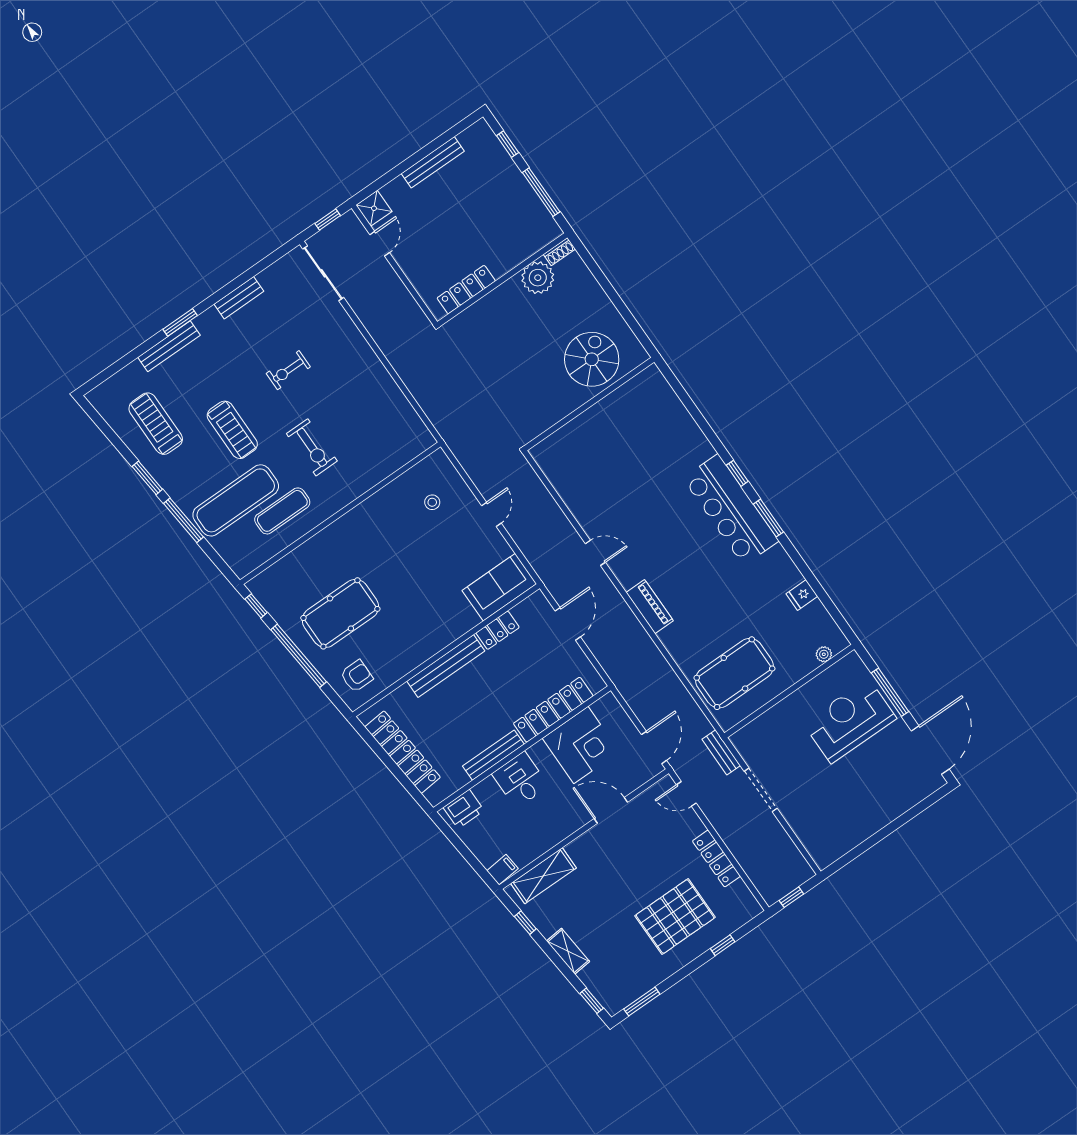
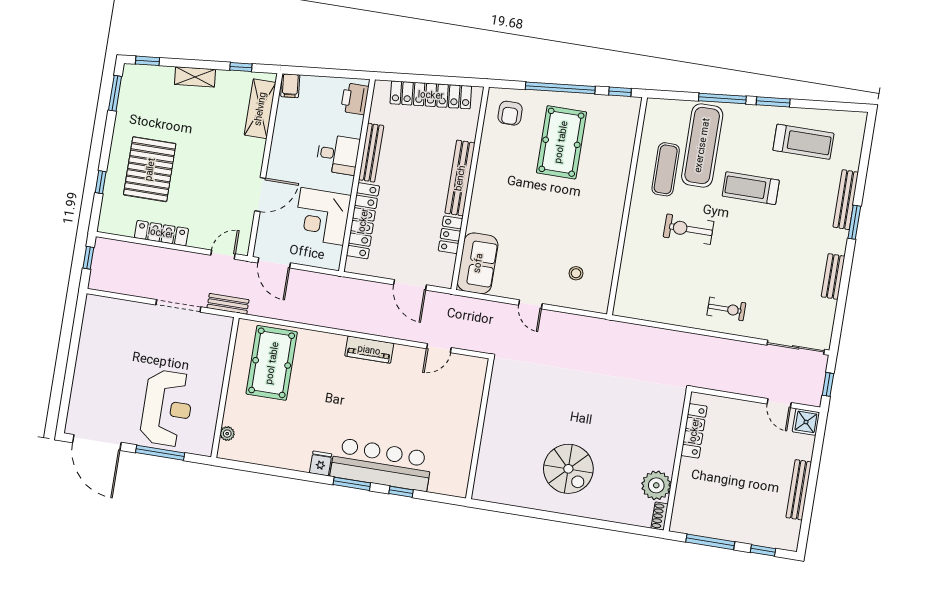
exercise bike: (288, 370) -> (726, 309), moved, turned 90
wall: (589, 404) -> (480, 429), moved
fridge: (802, 595) -> (321, 463), moved

